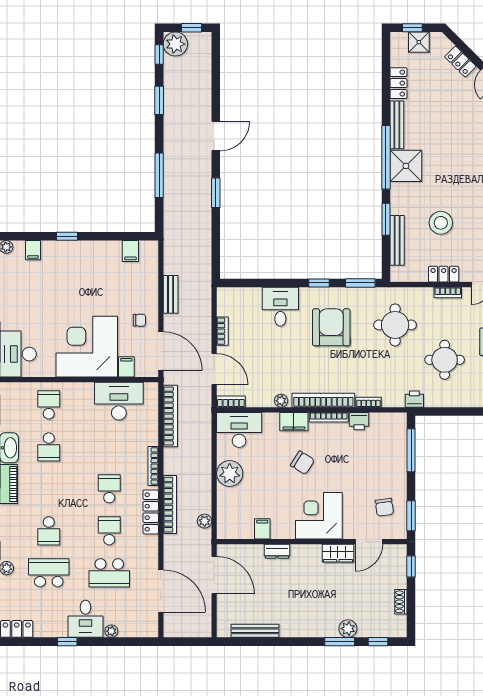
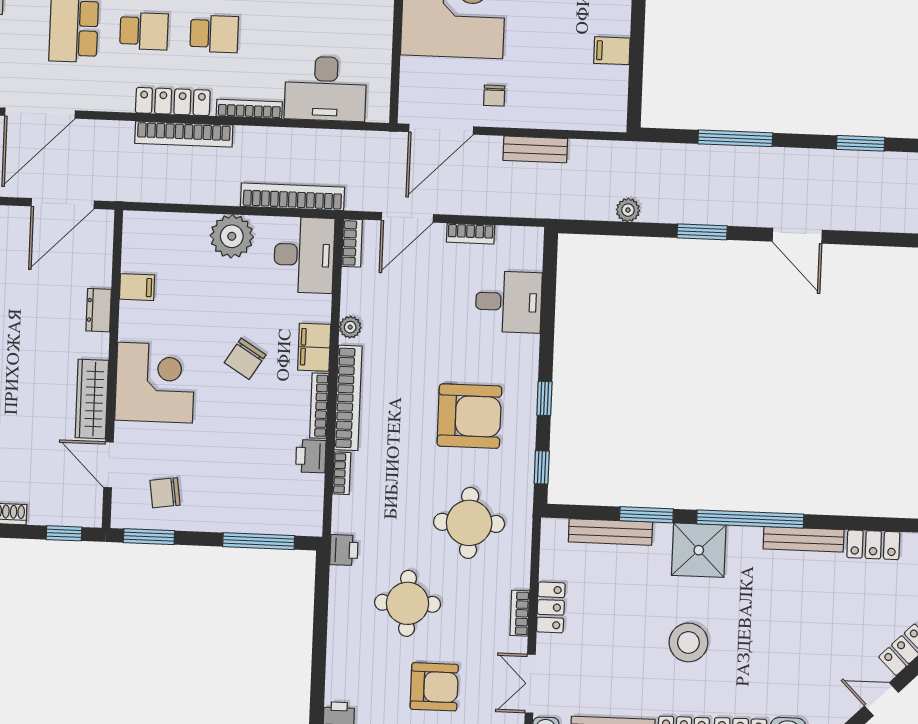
shower: (406, 166) -> (699, 550), moved
stool: (441, 223) -> (688, 642), moved
filing cabinet: (130, 251) -> (612, 51), moved
window: (360, 283) -> (542, 467), width x0.67
desk: (280, 307) -> (509, 302), moved
filing cabinet: (126, 367) -> (417, 71), removed
desk: (119, 401) -> (326, 89), moved, turned 90
bookcase: (170, 416) -> (292, 197), moved, turned 180
plant: (205, 521) -> (628, 210), moved
wardrobe: (338, 553) -> (92, 399), width x1.50

